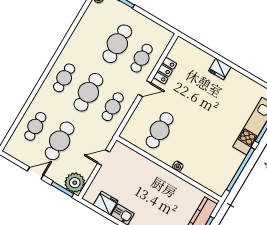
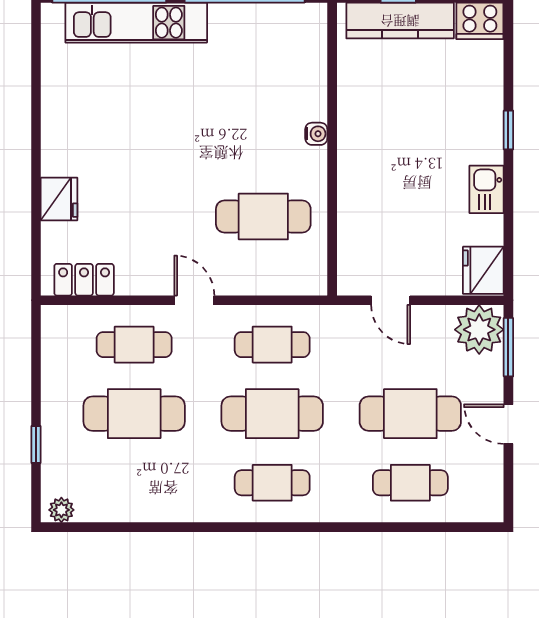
fridge: (220, 69) -> (59, 199), moved
locker: (165, 71) -> (84, 280), moved
fridge: (106, 203) -> (483, 270), moved

